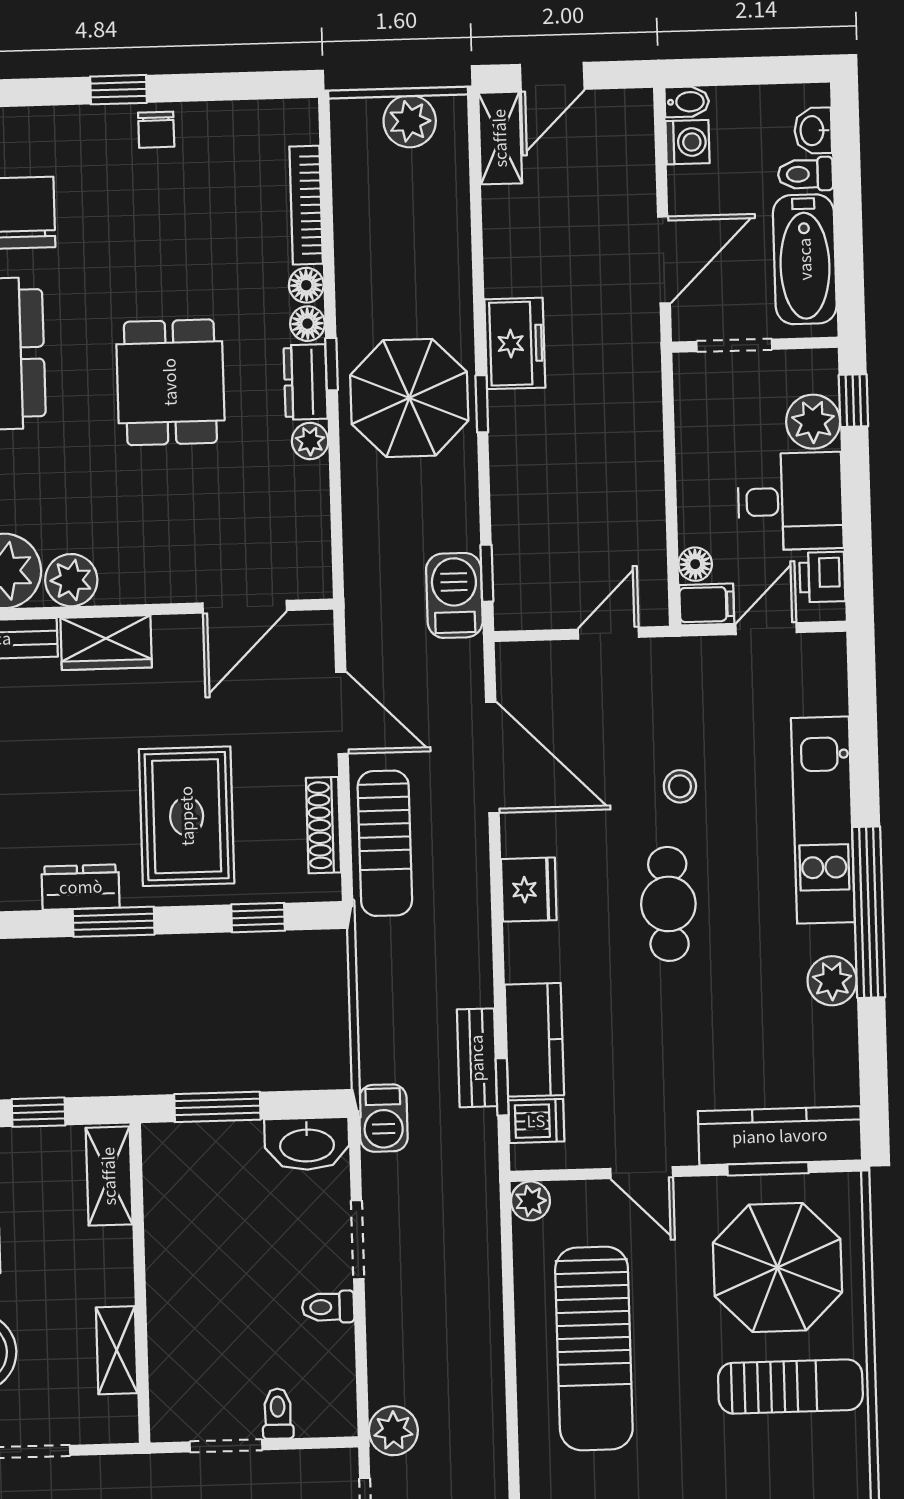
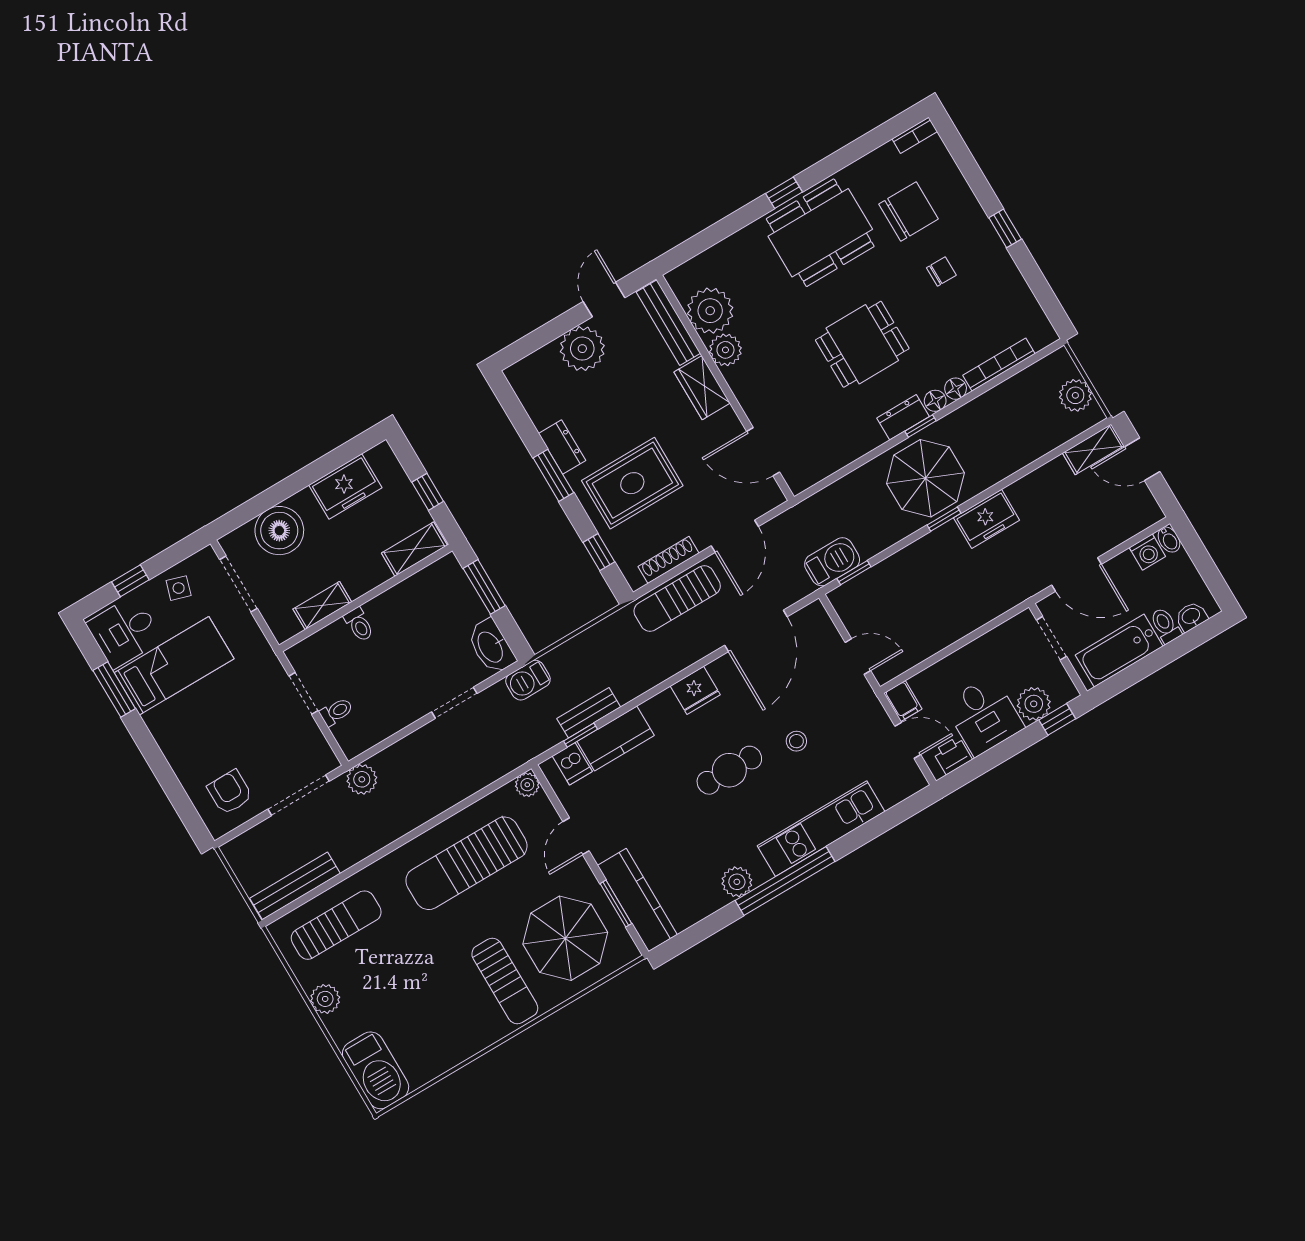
chair: (156, 130) -> (941, 271), moved, turned 180
plant: (310, 441) -> (872, 437), removed
floor lamp: (695, 564) -> (921, 683), removed
toilet: (328, 1307) -> (359, 625), moved, turned 180

